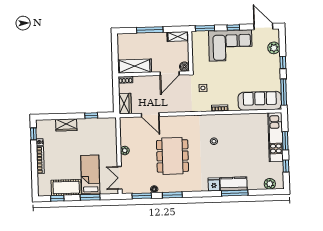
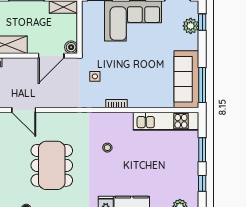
window: (283, 62) -> (202, 22), moved
sofa: (260, 101) -> (186, 79), moved, turned -90
kitchen unit: (276, 137) -> (166, 121), moved, turned -90

